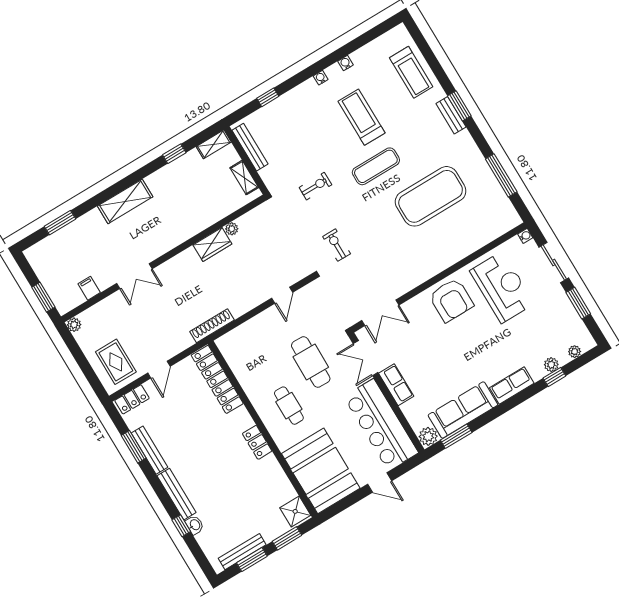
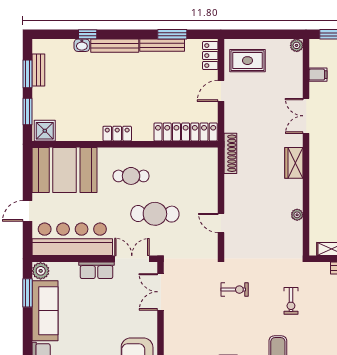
wardrobe: (212, 244) -> (294, 163), moved
door: (159, 370) -> (221, 91), hinge flipped
bench: (242, 552) -> (38, 70), width x0.73

